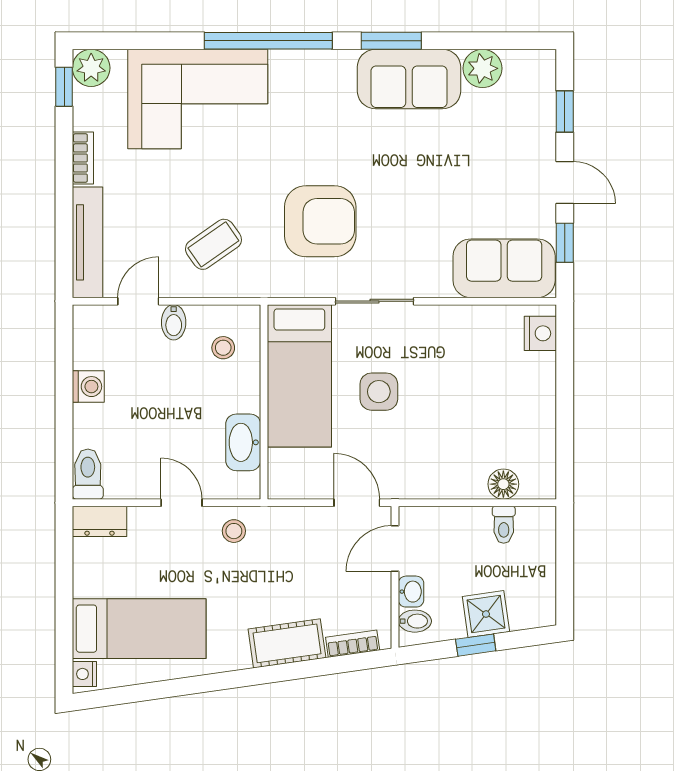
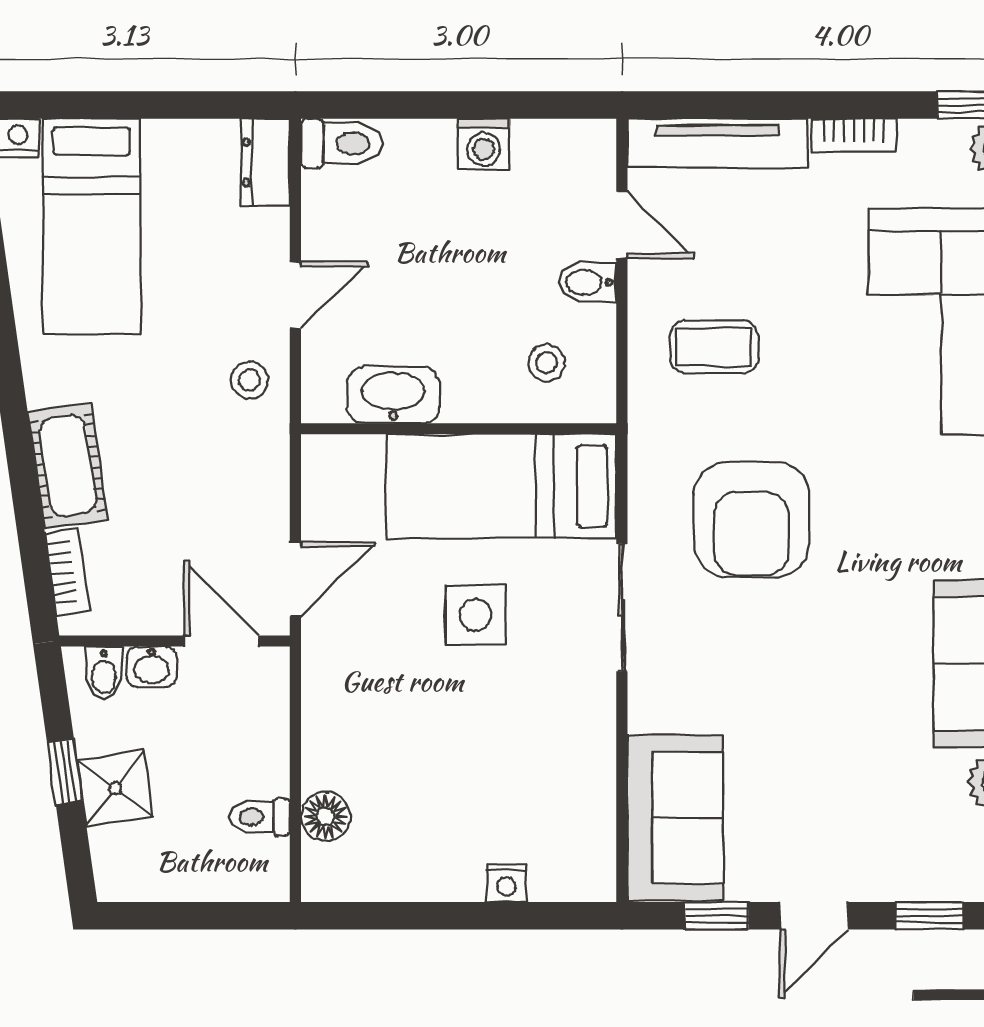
coffee table: (213, 244) -> (714, 347), turned -55
nightstand: (540, 333) -> (507, 883), moved, width x0.72, depth x0.74

